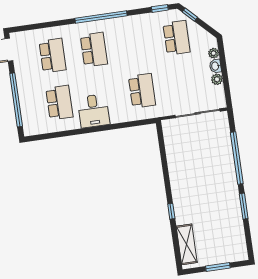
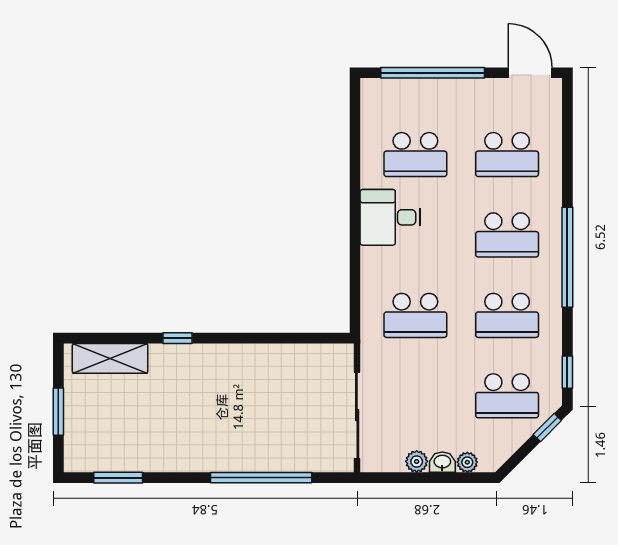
school desk: (135, 44) -> (507, 315), added
window: (244, 206) -> (118, 478), moved

